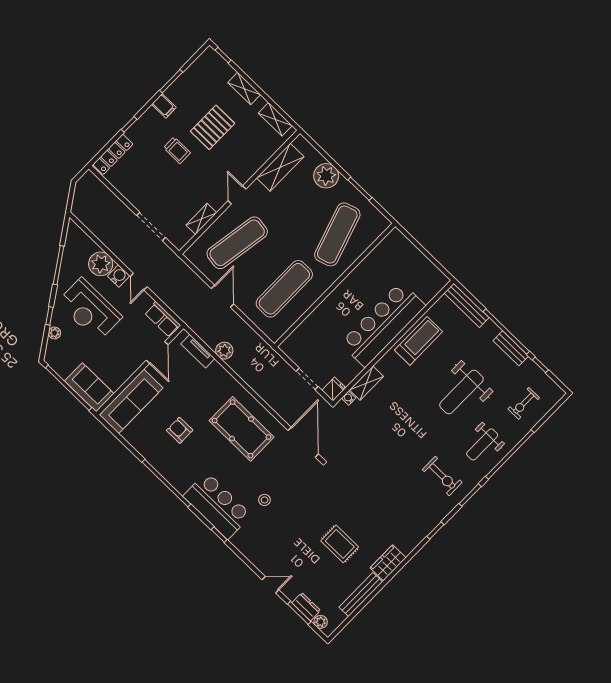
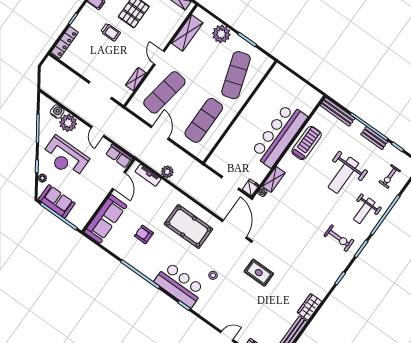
water cooler: (119, 276) -> (57, 112), moved
sofa: (89, 387) -> (57, 201), moved
rug: (340, 544) -> (259, 273), moved

